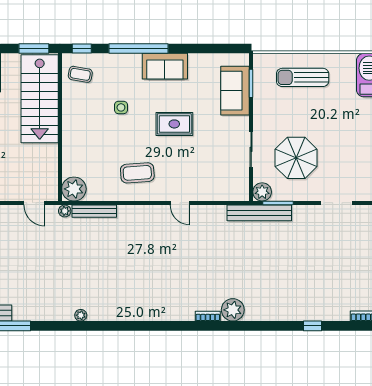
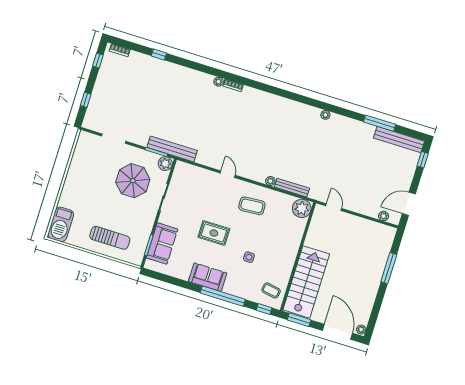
plant: (65, 211) -> (270, 181), moved
plant: (233, 310) -> (218, 82), width x0.53, depth x0.53

